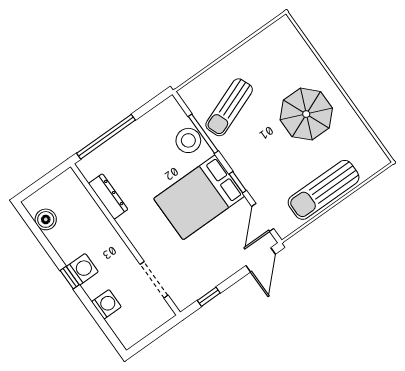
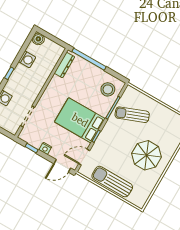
stool: (188, 140) -> (108, 89), moved
dresser: (108, 196) -> (64, 65), moved
boiler: (46, 219) -> (38, 39), moved
washing machine: (82, 269) -> (27, 59), moved
nightstand: (219, 275) -> (45, 148), added

